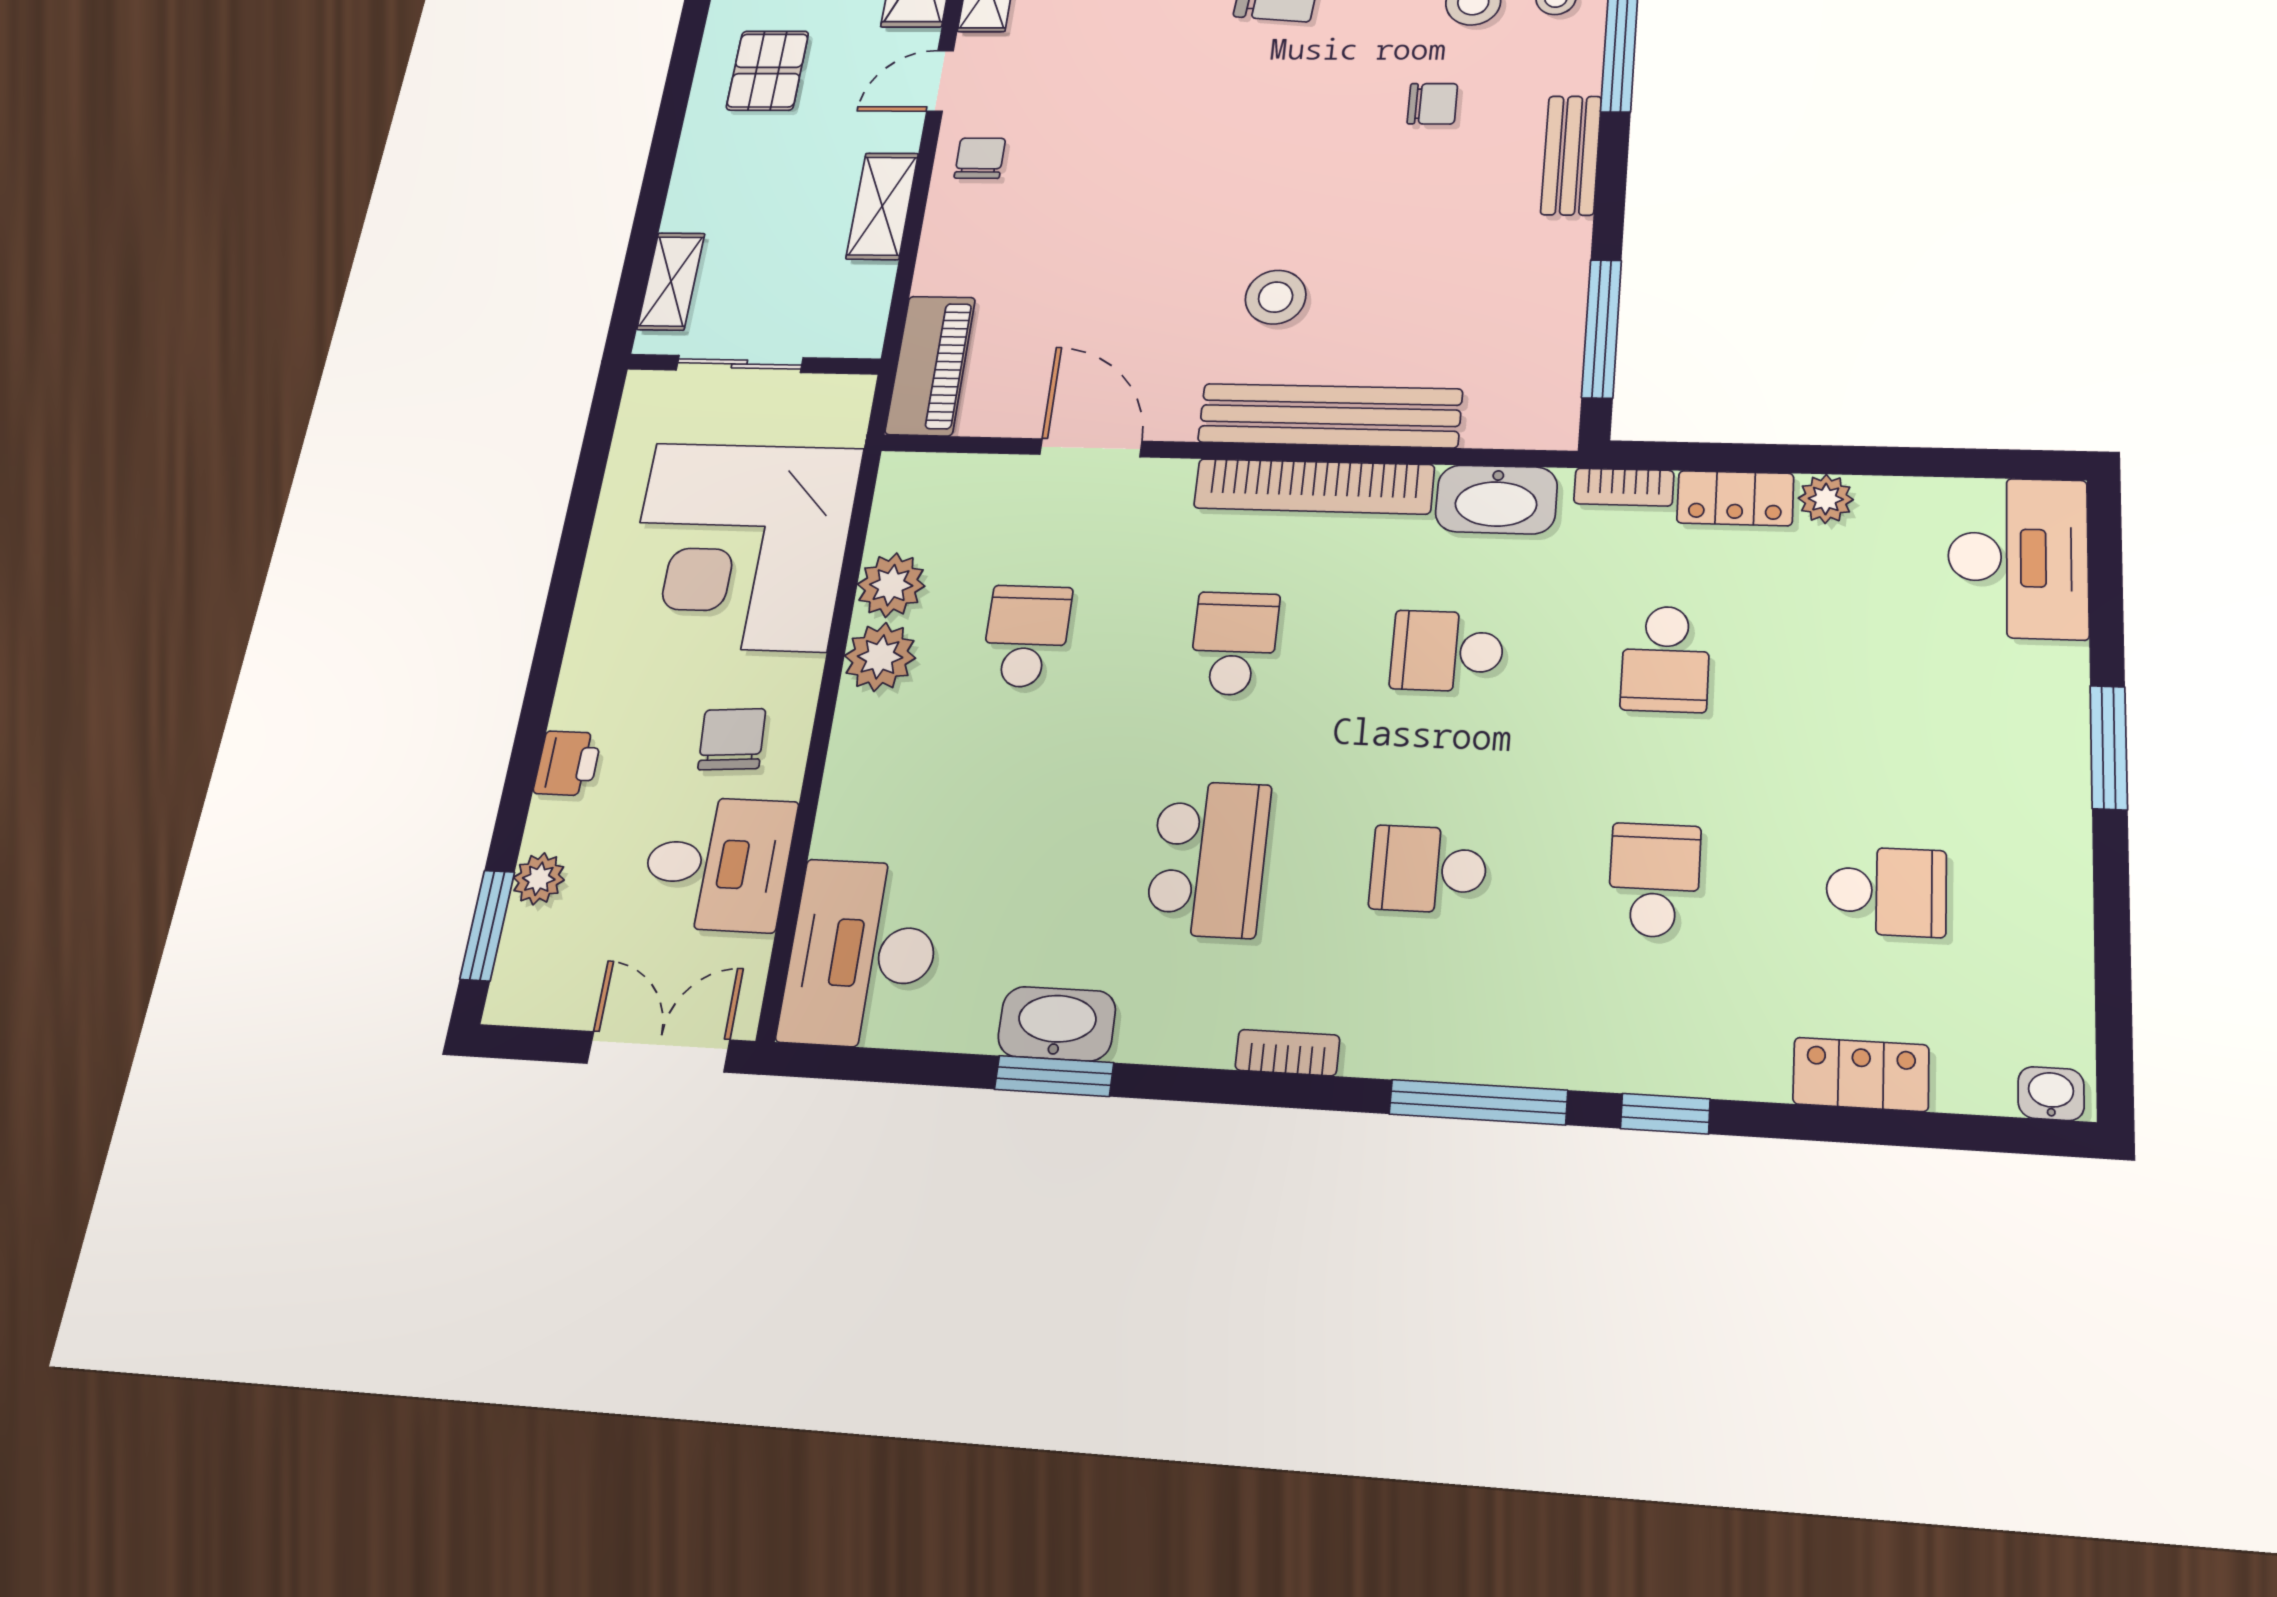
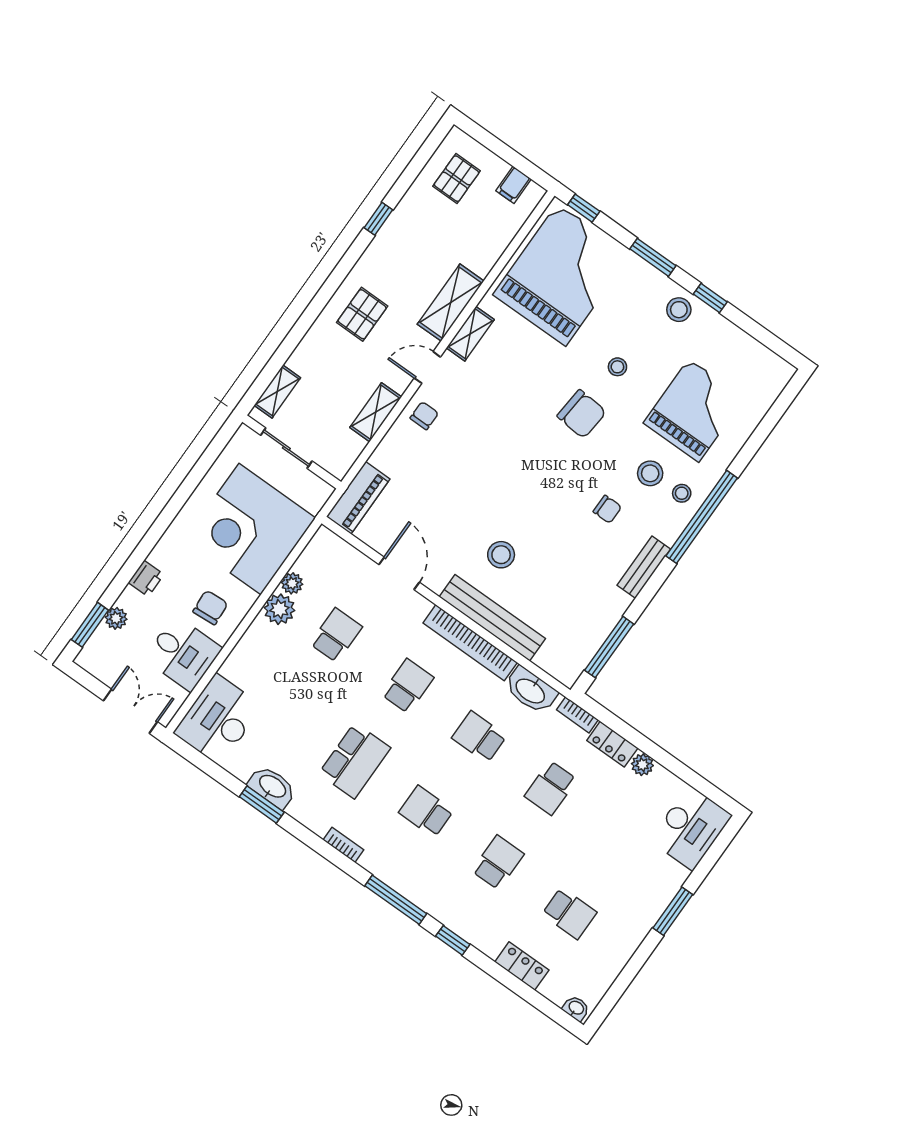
plant: (891, 585) -> (292, 583), width x0.73, depth x0.73

